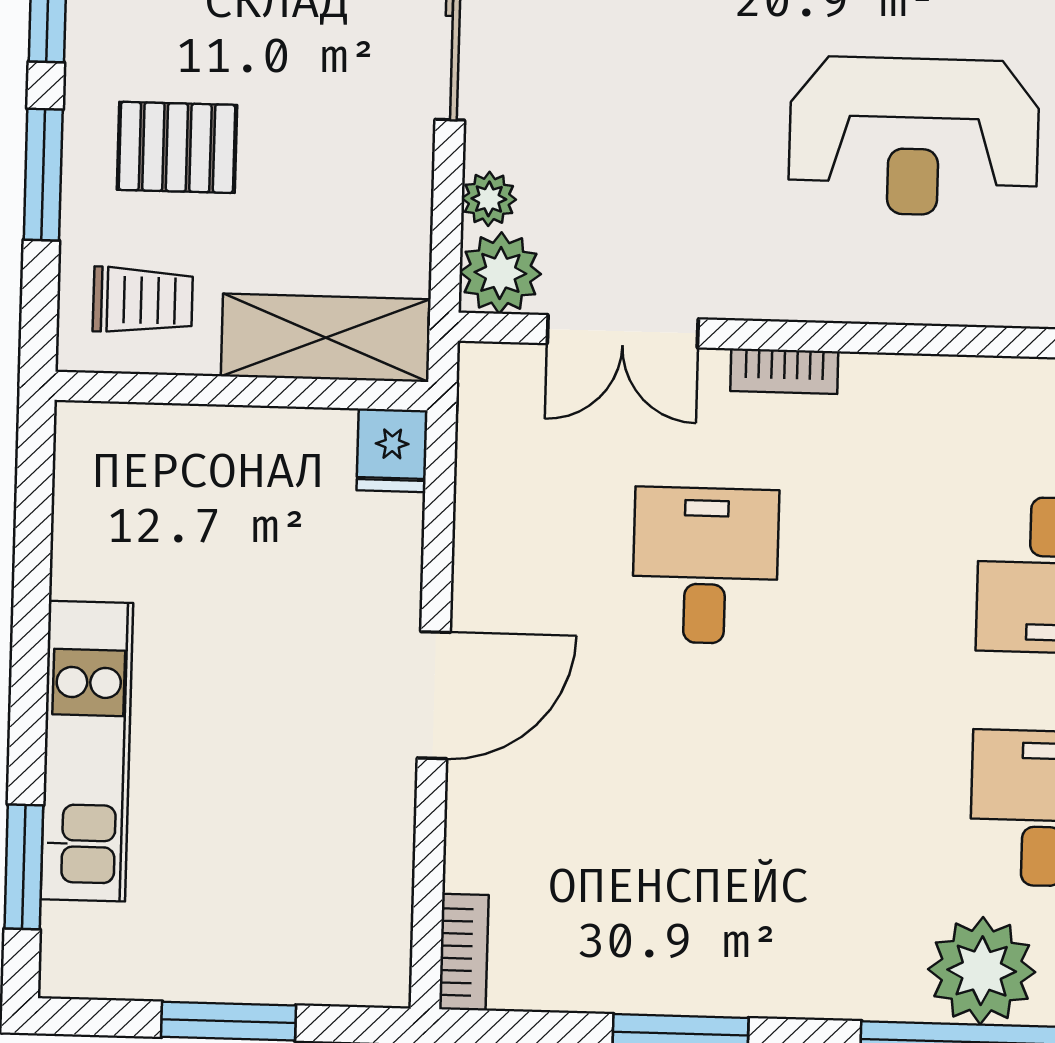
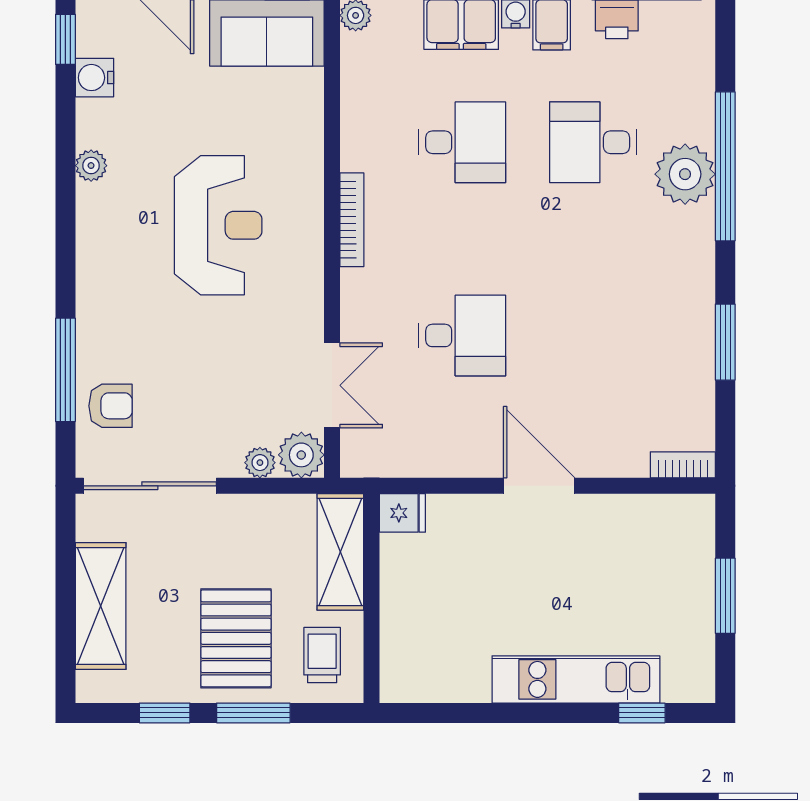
pallet: (177, 147) -> (236, 638), width x1.50, depth x1.42
bookcase: (784, 371) -> (352, 220), moved, width x1.56
desk: (705, 566) -> (462, 335), turned 180
window: (24, 867) -> (642, 713), width x0.67

